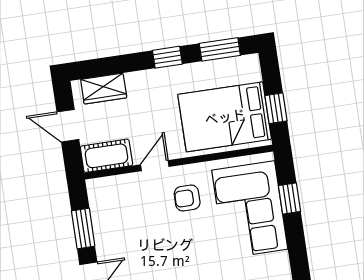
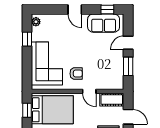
door: (155, 166) -> (89, 91), hinge flipped
window: (289, 199) -> (27, 39), moved

